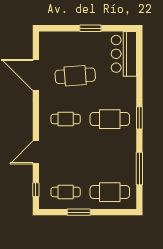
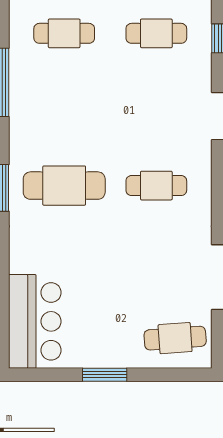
cafe table: (75, 76) -> (175, 338), moved, width x0.73, depth x0.74
cafe table: (110, 192) -> (64, 33), width x0.73, depth x0.74

